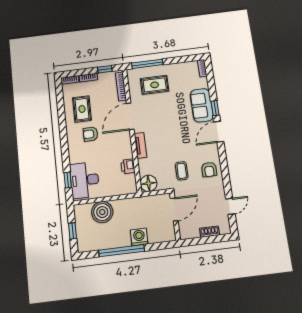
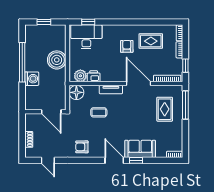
coffee table: (182, 171) -> (99, 112), moved
plant: (129, 181) -> (80, 76), added
boiler: (102, 212) -> (57, 60), moved

